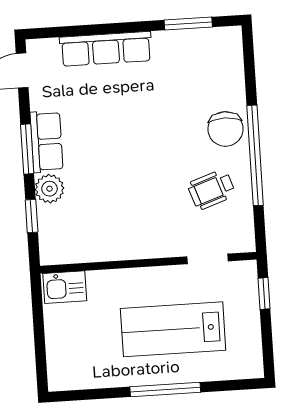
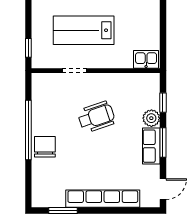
row of seats: (106, 49) -> (103, 199), width x1.36
wheelchair: (212, 189) -> (96, 117), moved, width x1.36, depth x1.37
doorway: (208, 259) -> (74, 71), moved
lab bench: (173, 329) -> (84, 30), turned 180

